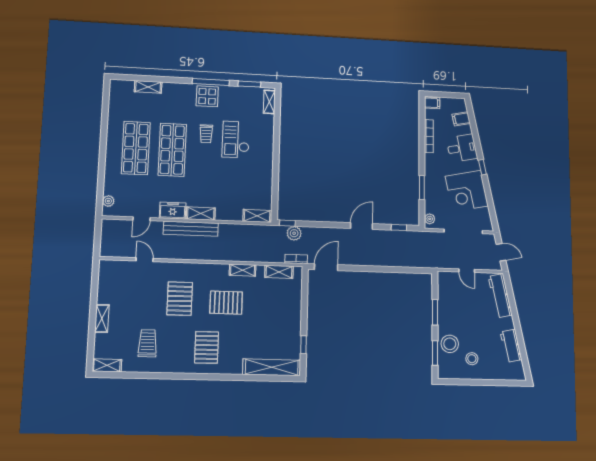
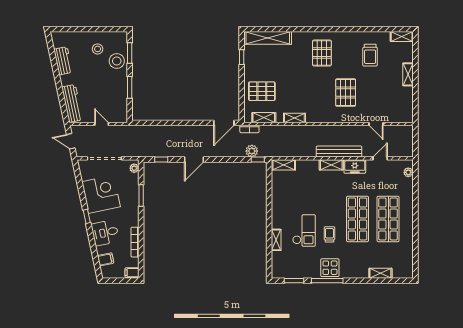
shelving: (269, 102) -> (276, 240), moved
pallet: (226, 303) -> (262, 91), moved

